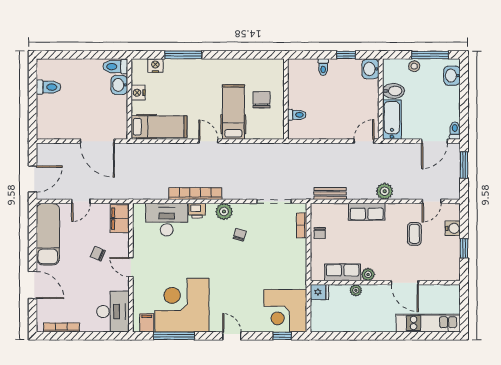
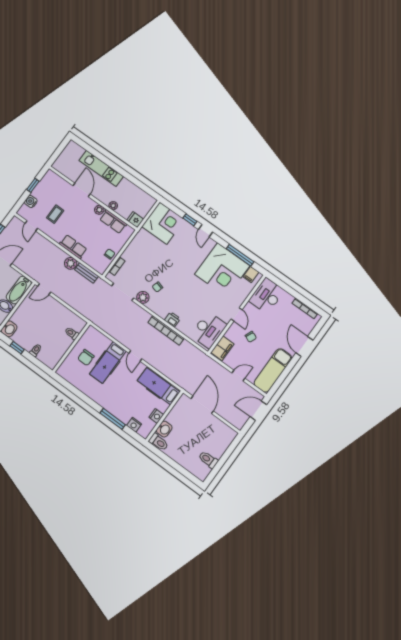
plant: (385, 191) -> (71, 263), moved
door: (432, 201) -> (31, 226), swing flipped
plant: (224, 212) -> (143, 297), moved
desk: (167, 220) -> (209, 330), moved, turned -90
kitchen unit: (428, 323) -> (101, 168), moved
window: (282, 336) -> (190, 220), moved

